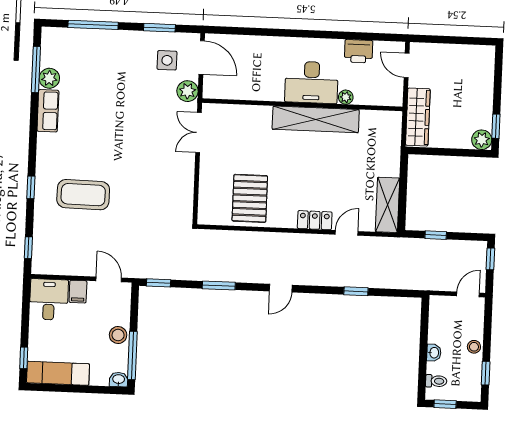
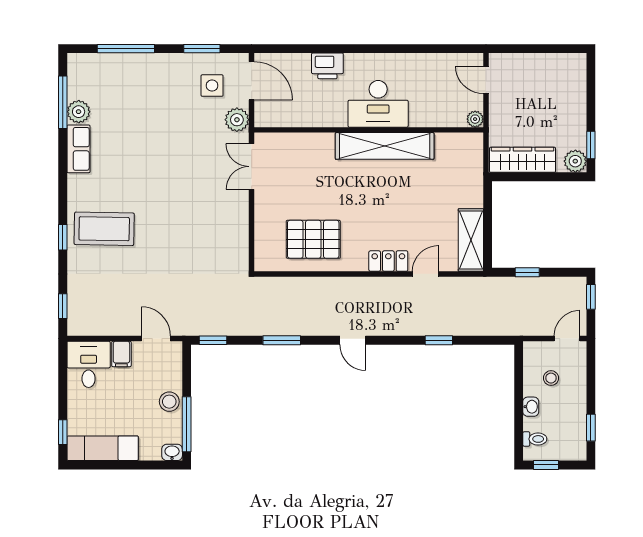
printer: (359, 51) -> (327, 66), moved
plant: (346, 97) -> (475, 119), moved
wardrobe: (418, 117) -> (523, 160), moved, turned -90
coffee table: (83, 195) -> (104, 229), moved
pallet: (250, 198) -> (313, 239), turned 90
door: (281, 288) -> (353, 340), hinge flipped
stool: (474, 347) -> (551, 378), moved

